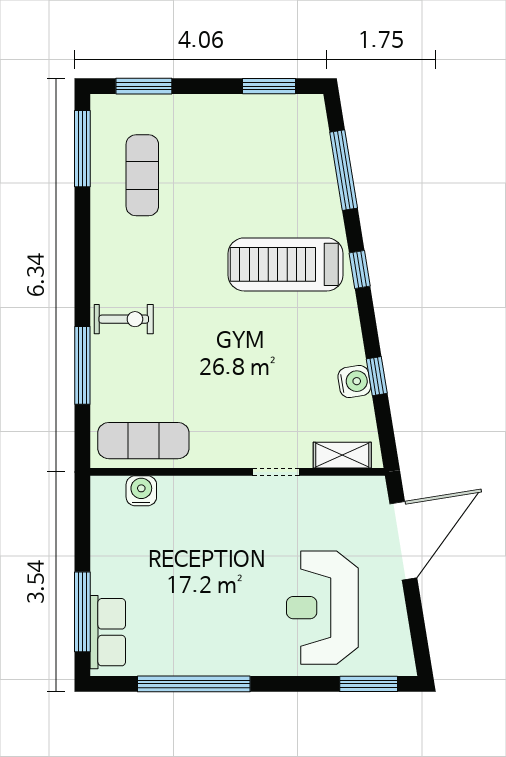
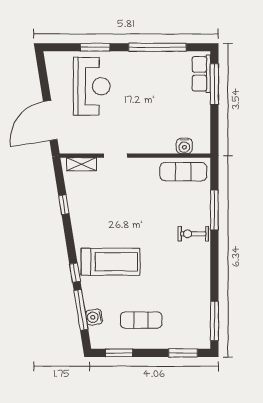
exercise mat: (142, 175) -> (141, 320), moved, turned 90
window: (360, 270) -> (75, 273), moved
water cooler: (354, 382) -> (94, 317), moved
window: (369, 684) -> (95, 47), moved

